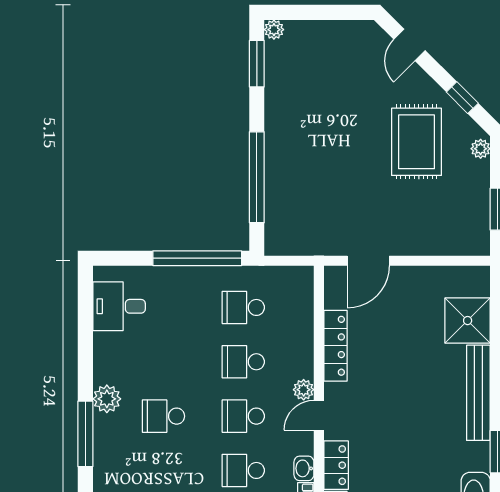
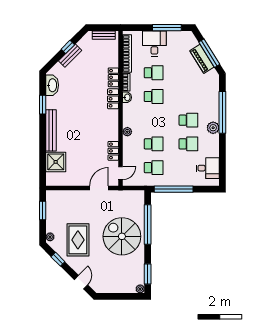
spiral stairs: (316, 150) -> (122, 236), added
locker: (336, 346) -> (113, 151), width x0.66
door: (319, 415) -> (121, 173), moved
school desk: (243, 416) -> (188, 144), moved
window: (85, 434) -> (222, 112), width x1.46

